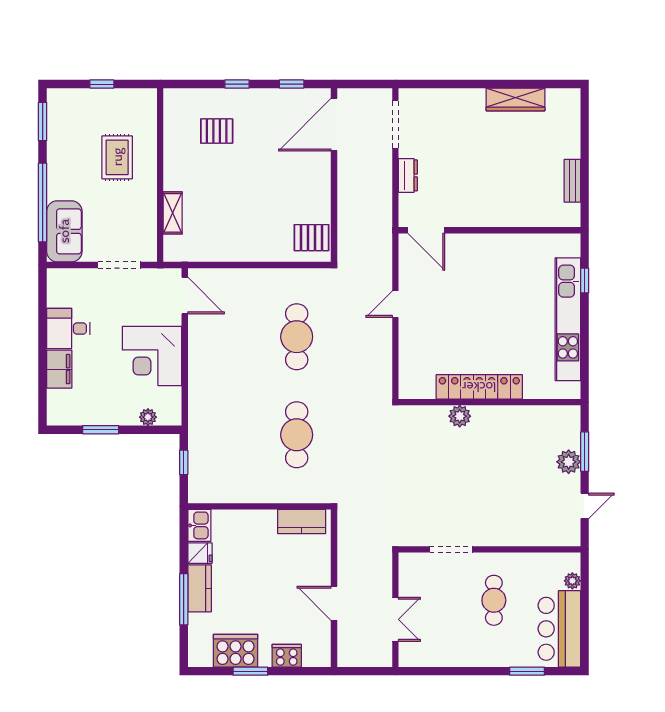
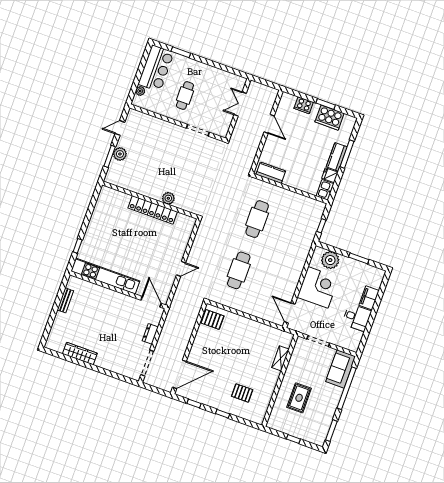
kitchen unit: (568, 319) -> (105, 276), moved, turned -90
plant: (148, 417) -> (330, 260), width x1.87, depth x1.87

